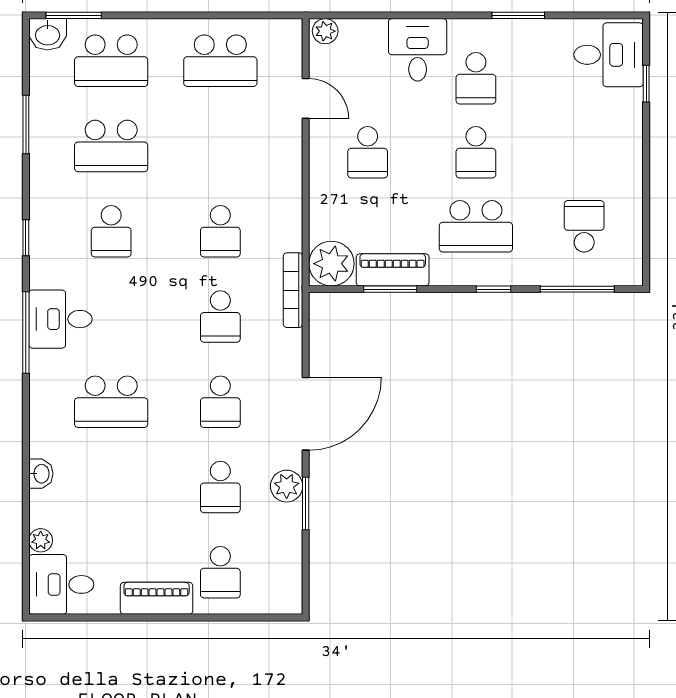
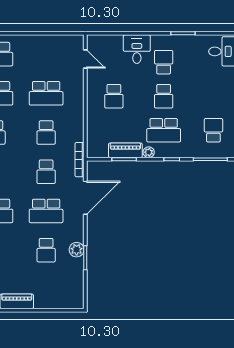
plant: (325, 31) -> (94, 41), removed
school desk: (220, 61) -> (46, 93), moved
school desk: (476, 78) -> (164, 62), turned 180
door: (306, 98) -> (85, 59), moved
plant: (331, 264) -> (149, 152), moved, width x0.53, depth x0.53
school desk: (220, 402) -> (46, 211), width x1.85
door: (306, 414) -> (85, 198), moved
school desk: (220, 572) -> (46, 289), removed

